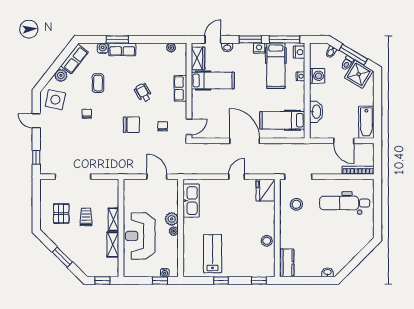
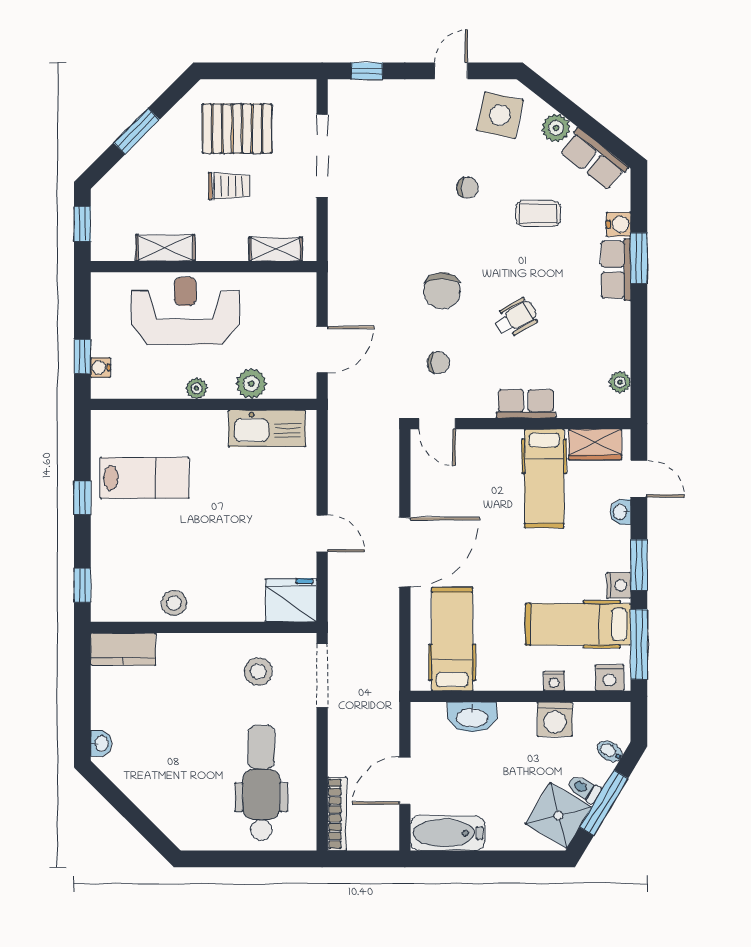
pallet: (61, 214) -> (237, 129), width x1.50, depth x1.42
shelving: (113, 219) -> (276, 249), moved
plant: (172, 219) -> (251, 384), moved

